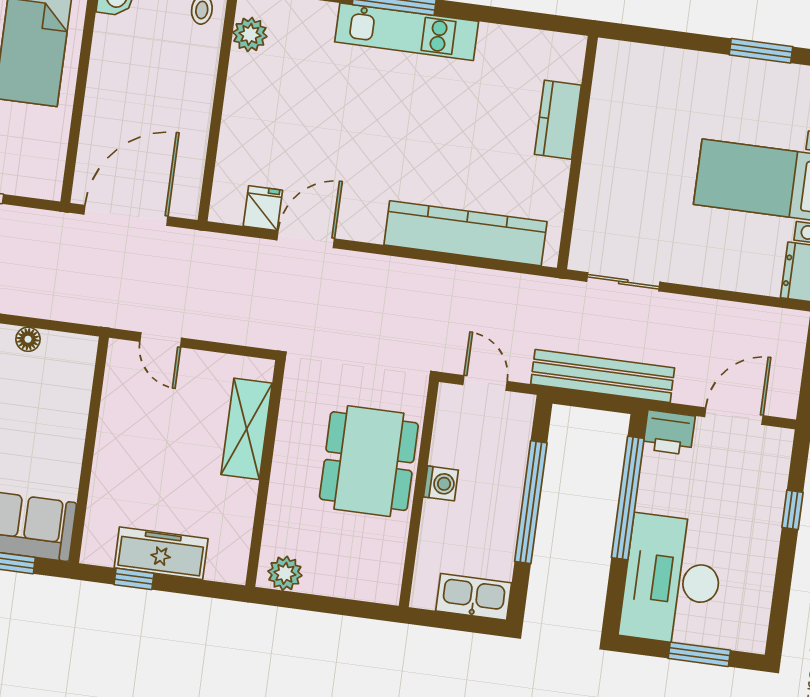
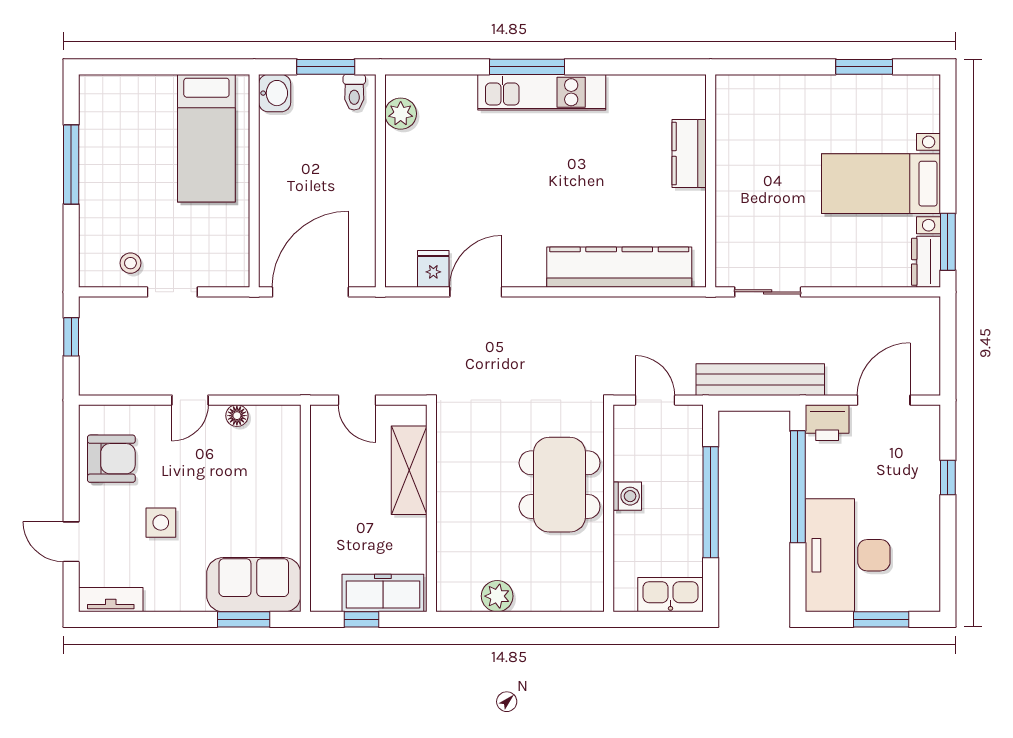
shelving: (247, 429) -> (409, 470), moved
wall: (265, 473) -> (431, 508), moved

